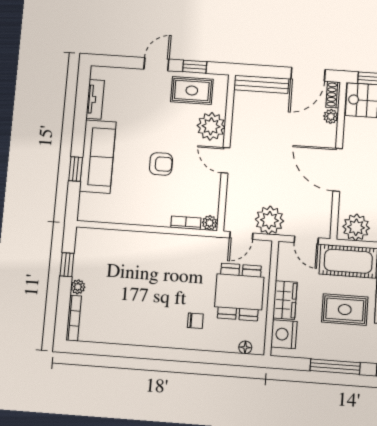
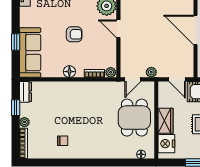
sofa: (98, 157) -> (30, 53), moved
floor lamp: (150, 217) -> (69, 72), added
plant: (269, 220) -> (151, 72), width x0.53, depth x0.53
dresser: (83, 242) -> (25, 92), added
chair: (195, 321) -> (63, 141), moved

